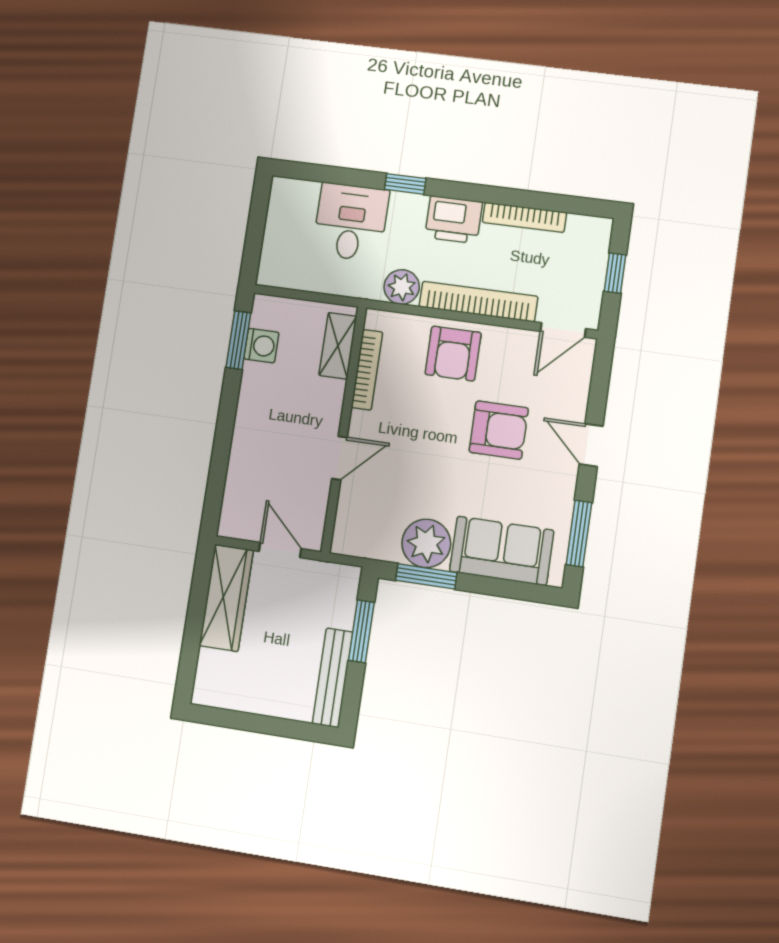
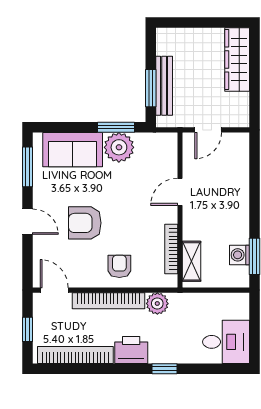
bookcase: (524, 217) -> (75, 355), width x1.48, depth x1.31
desk: (351, 222) -> (226, 342), moved, turned -90
door: (563, 330) -> (54, 290), hinge flipped
armchair: (453, 354) -> (119, 266), width x0.72, depth x0.72
door: (280, 550) -> (208, 130), hinge flipped
wardrobe: (226, 598) -> (237, 59), moved
bench: (333, 678) -> (164, 86), moved

